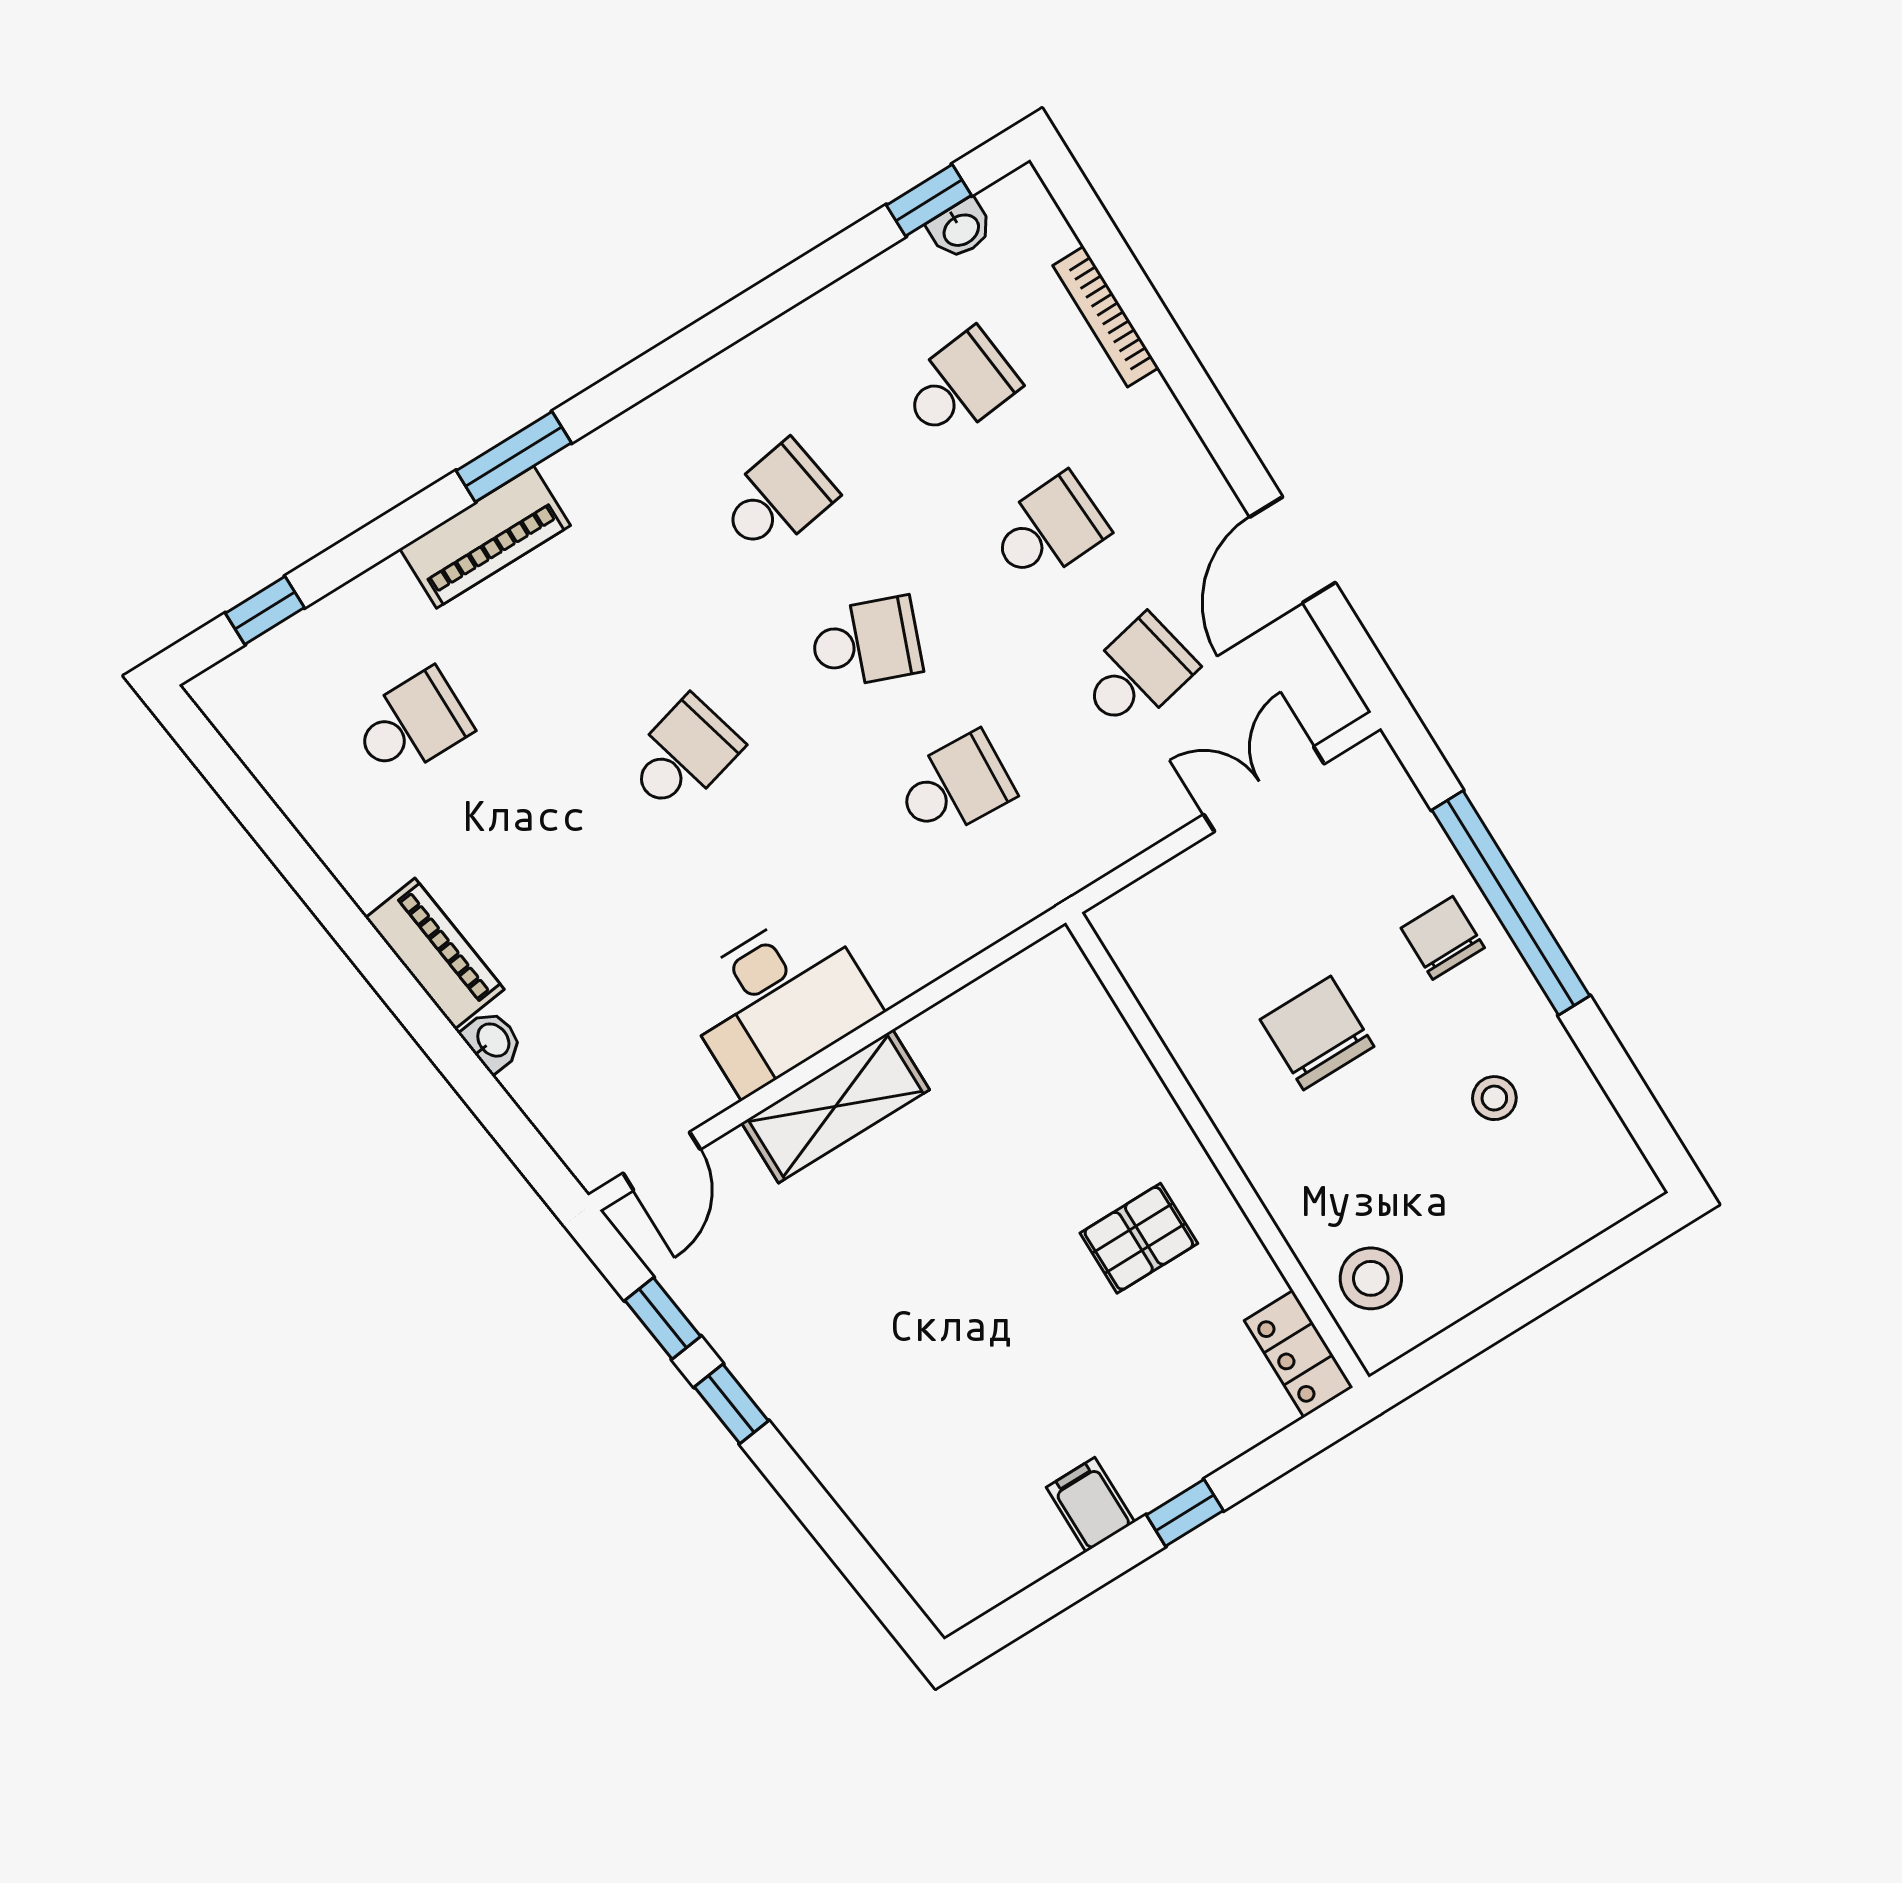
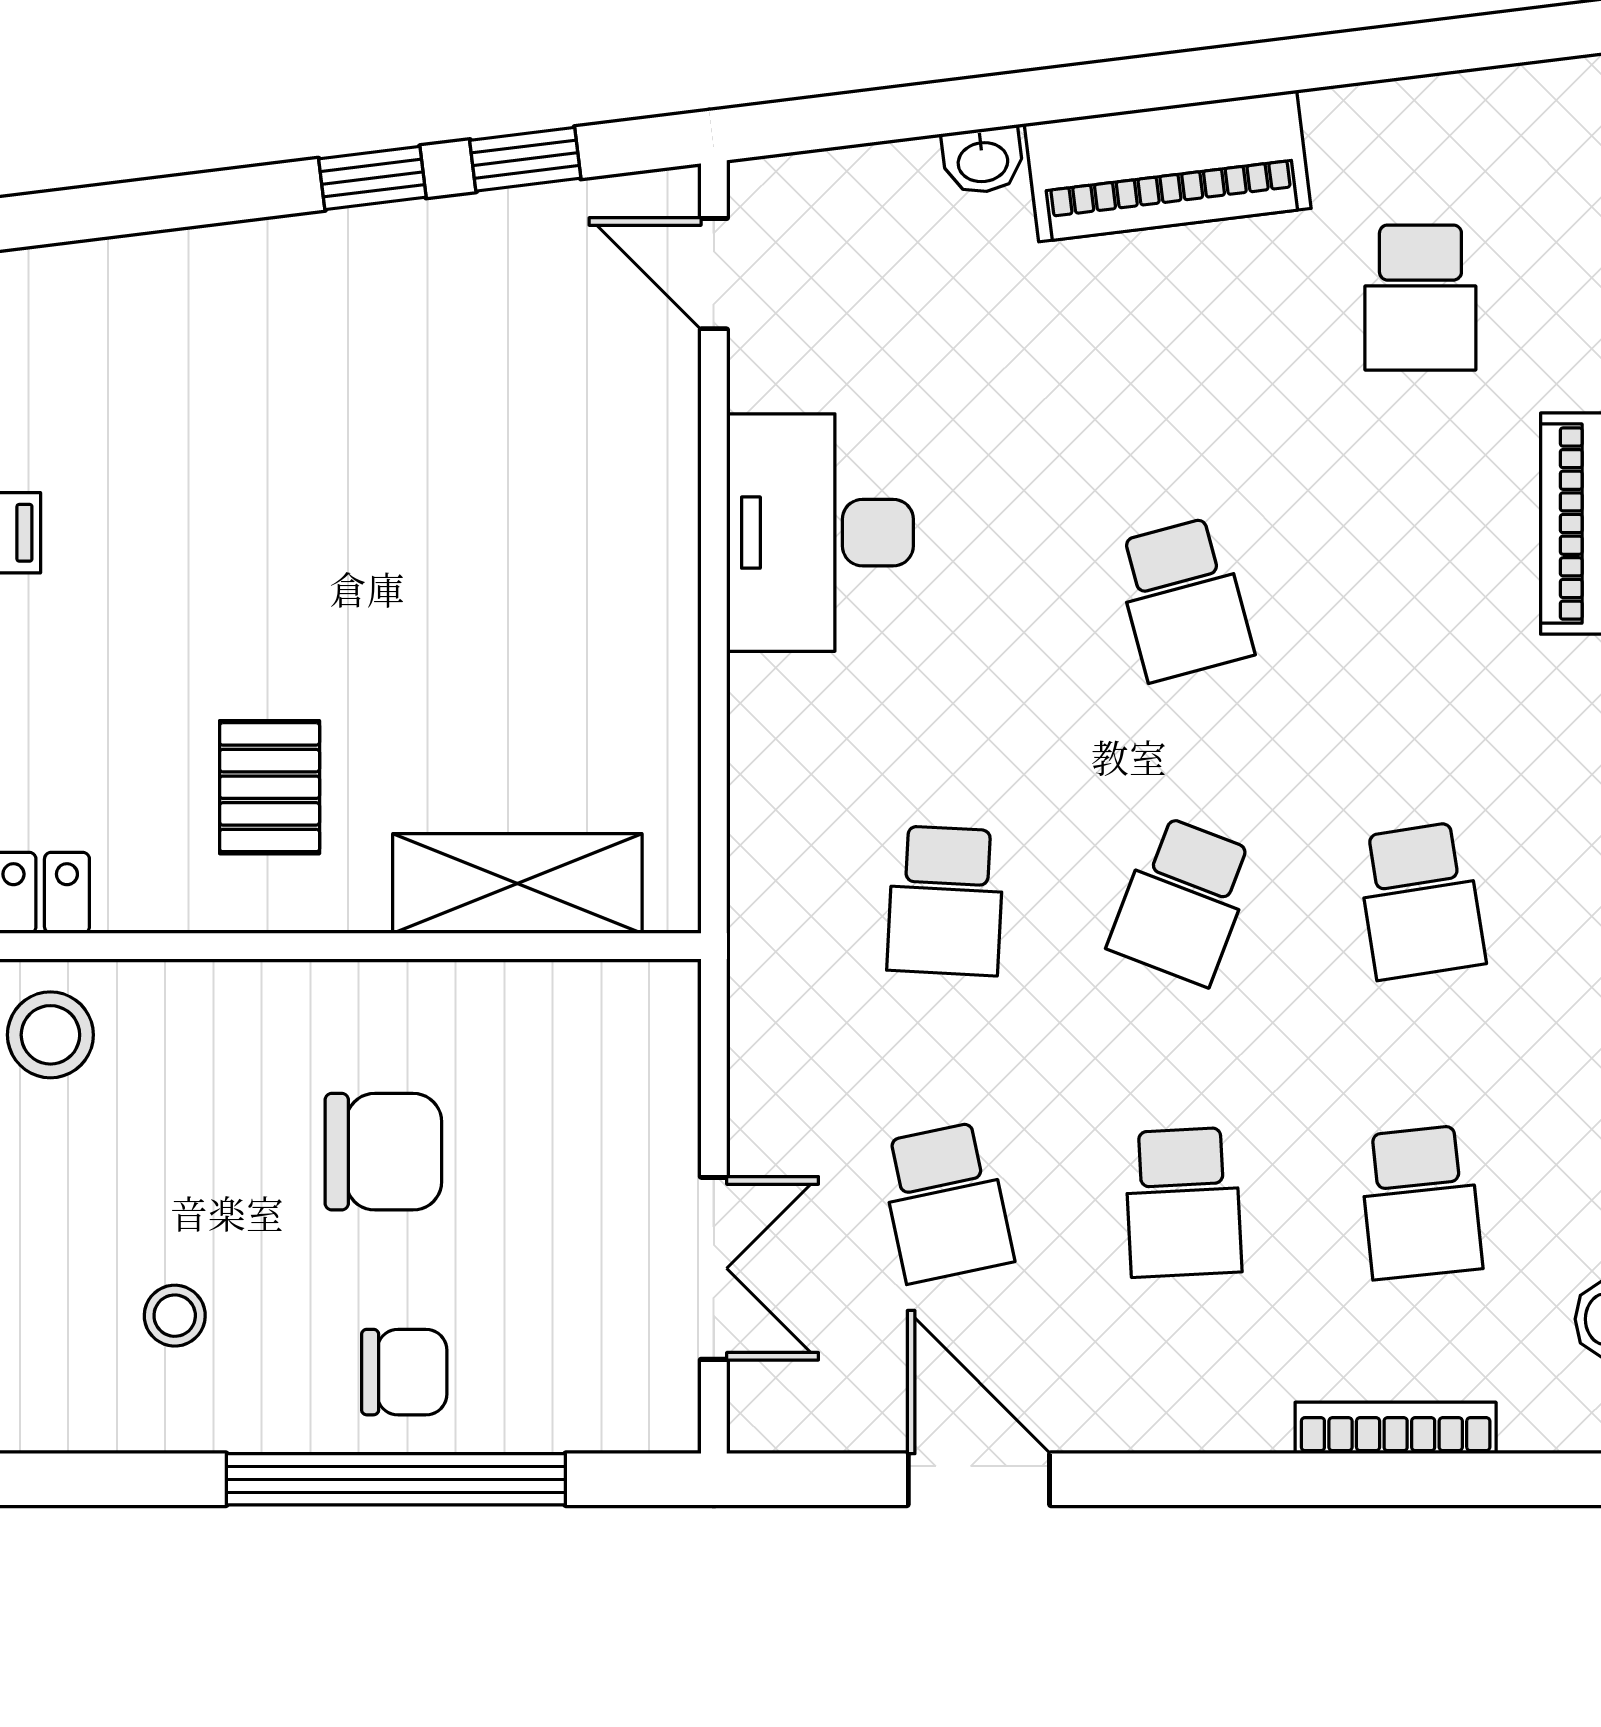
piano: (435, 954) -> (1168, 166), width x1.37, depth x1.33
shelving: (836, 1106) -> (517, 883), moved, turned 90

